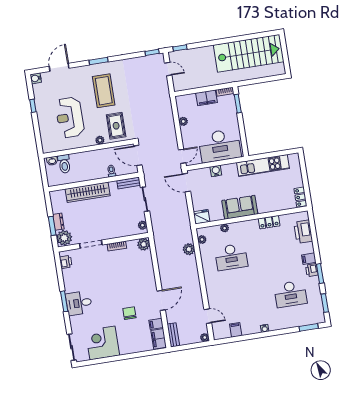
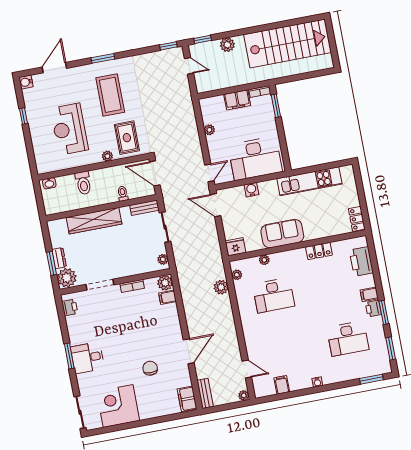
plant: (200, 53) -> (227, 45), added
toilet: (64, 164) -> (83, 183), moved
filing cabinet: (156, 324) -> (168, 297), moved

